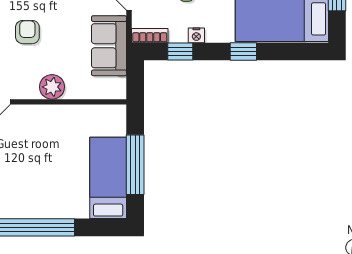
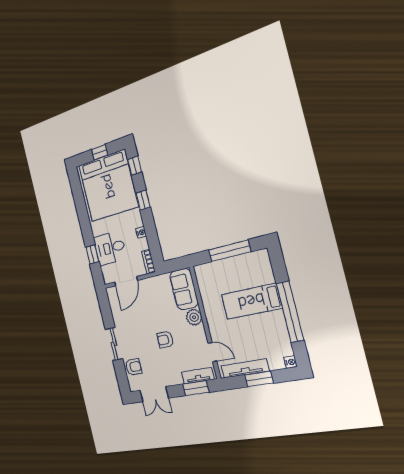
sofa: (109, 46) -> (184, 289), moved, turned 90
window: (180, 52) -> (135, 166), moved
bed: (108, 178) -> (251, 301), moved

